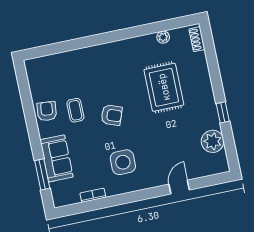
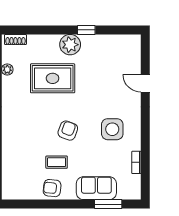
plant: (213, 141) -> (70, 45), moved

